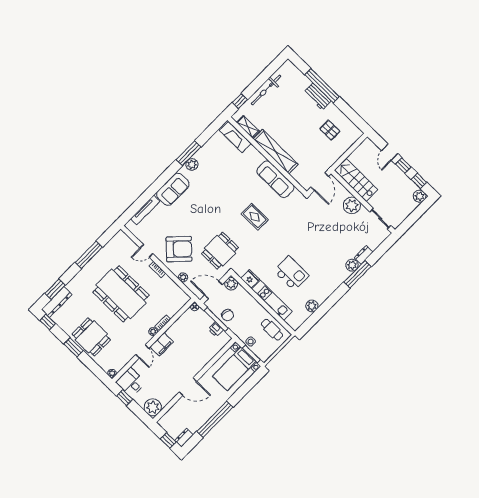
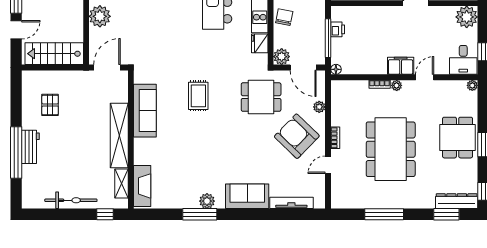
stairs: (356, 180) -> (54, 54), moved, turned 90
door: (146, 251) -> (328, 165), swing flipped
chair: (228, 315) -> (284, 17), moved

